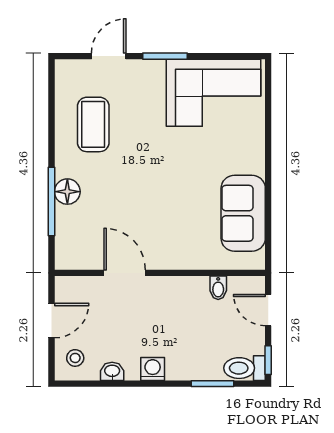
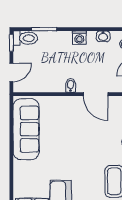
sofa: (243, 213) -> (26, 129), width x1.36
bidet: (218, 288) -> (71, 85), moved
door: (268, 310) -> (11, 72), hinge flipped

